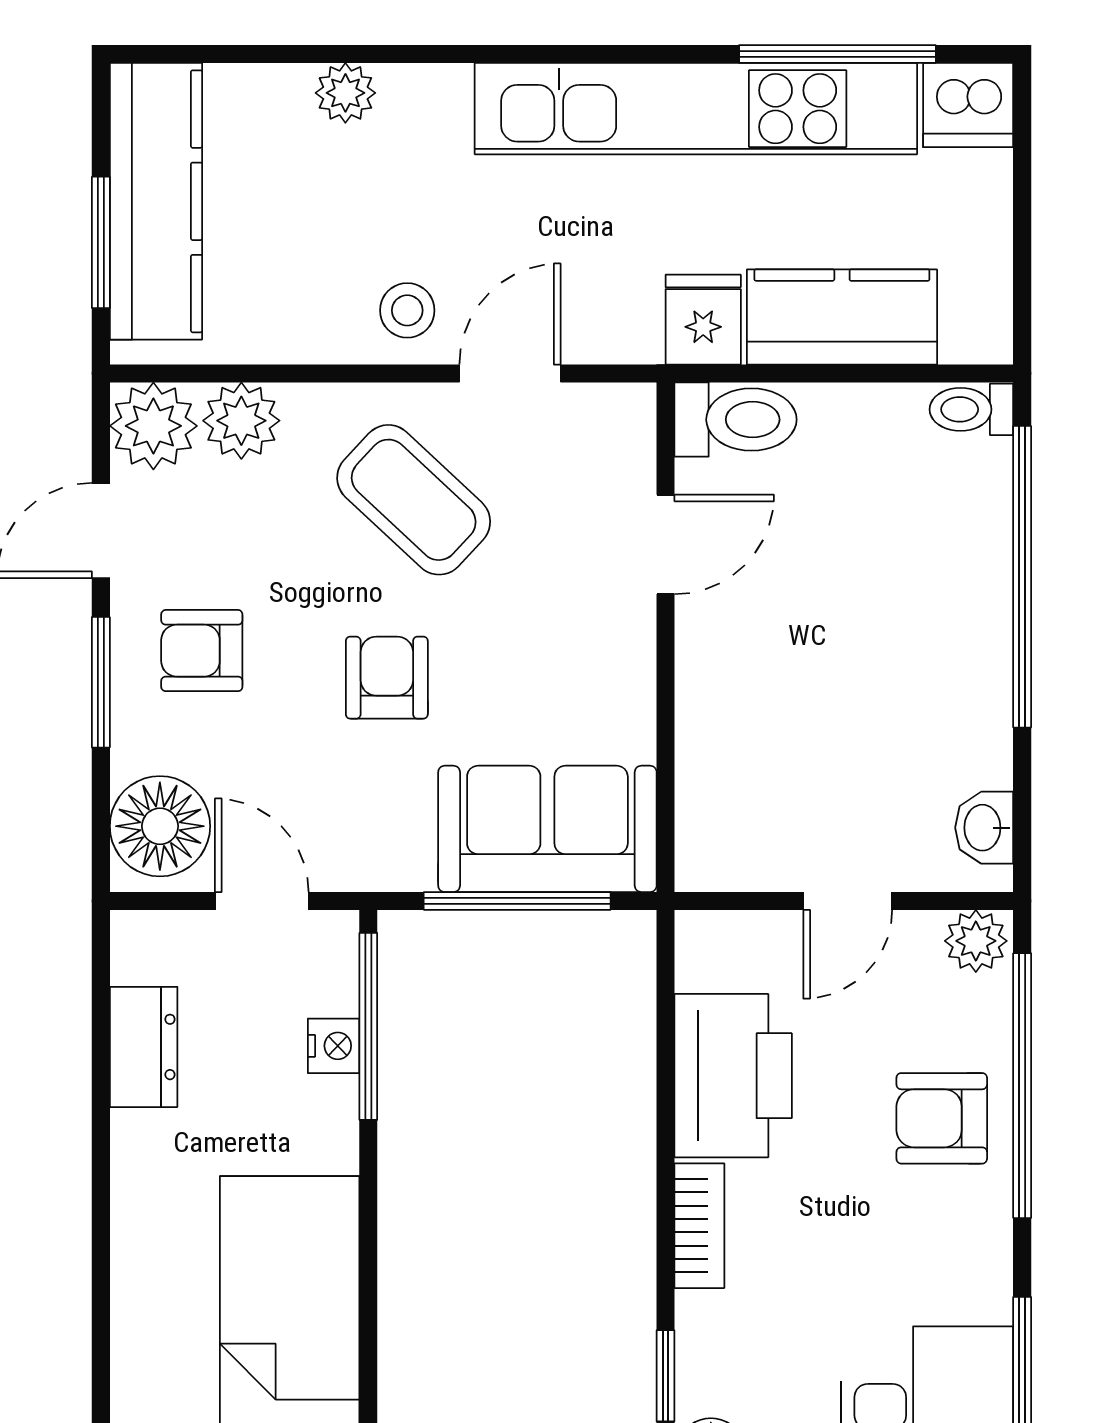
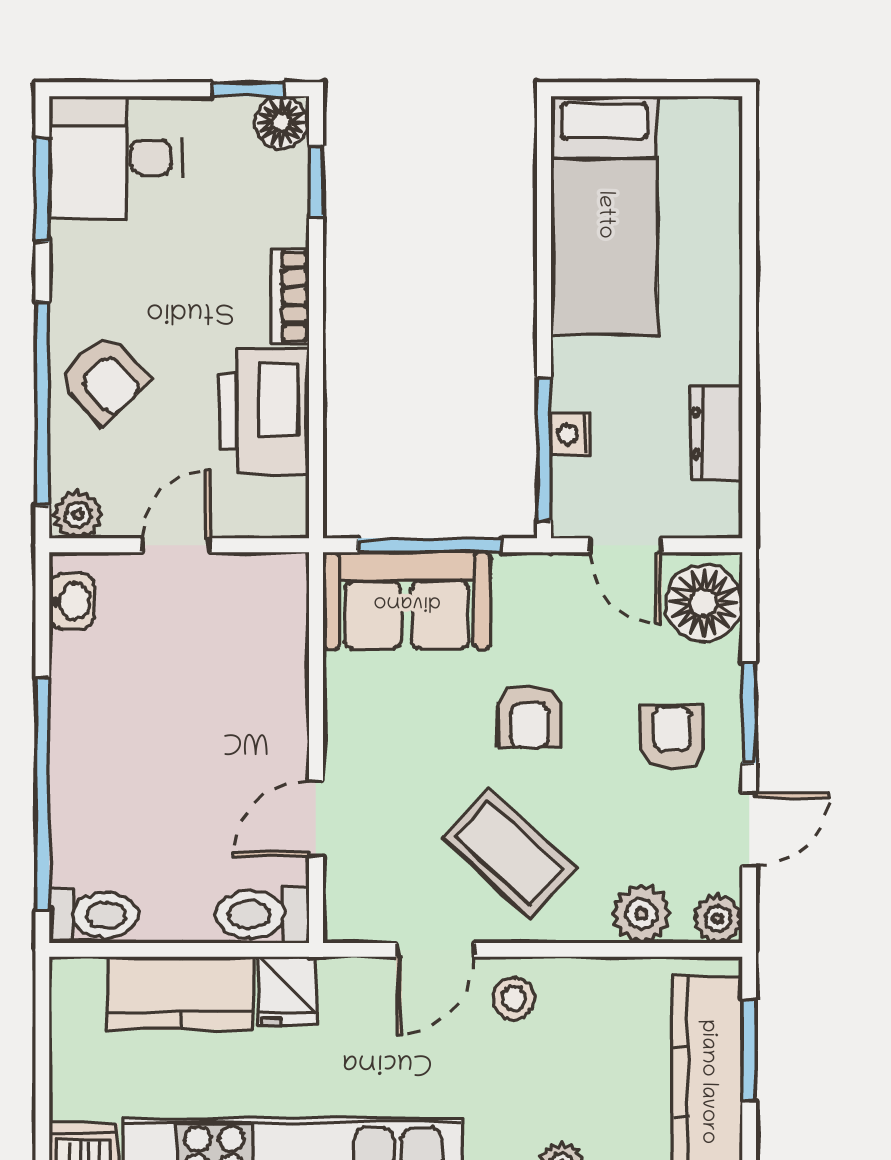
toilet: (971, 409) -> (94, 915), width x1.37, depth x1.39
plant: (153, 426) -> (718, 919), width x0.73, depth x0.73
armchair: (202, 651) -> (672, 737), turned -90
armchair: (942, 1118) -> (104, 379), turned 47

